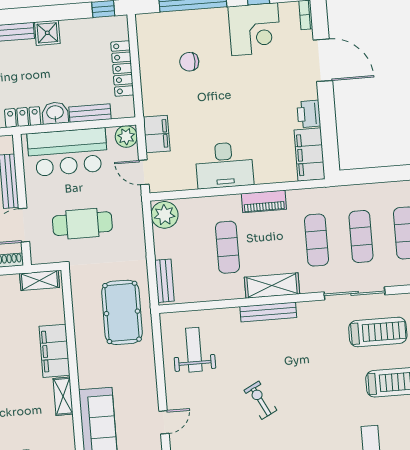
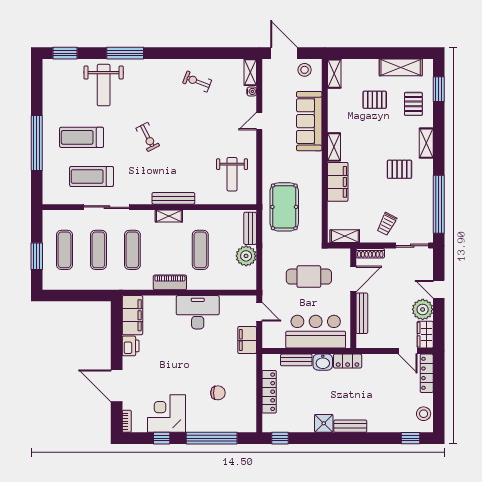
plant: (126, 137) -> (270, 340), removed
plant: (165, 215) -> (246, 256), moved
shelving: (272, 286) -> (169, 216), width x0.67, depth x0.75
exercise bike: (260, 400) -> (148, 137), moved

